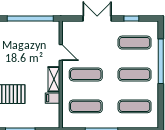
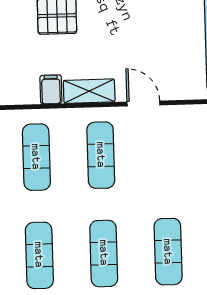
door: (61, 53) -> (143, 103), swing flipped

